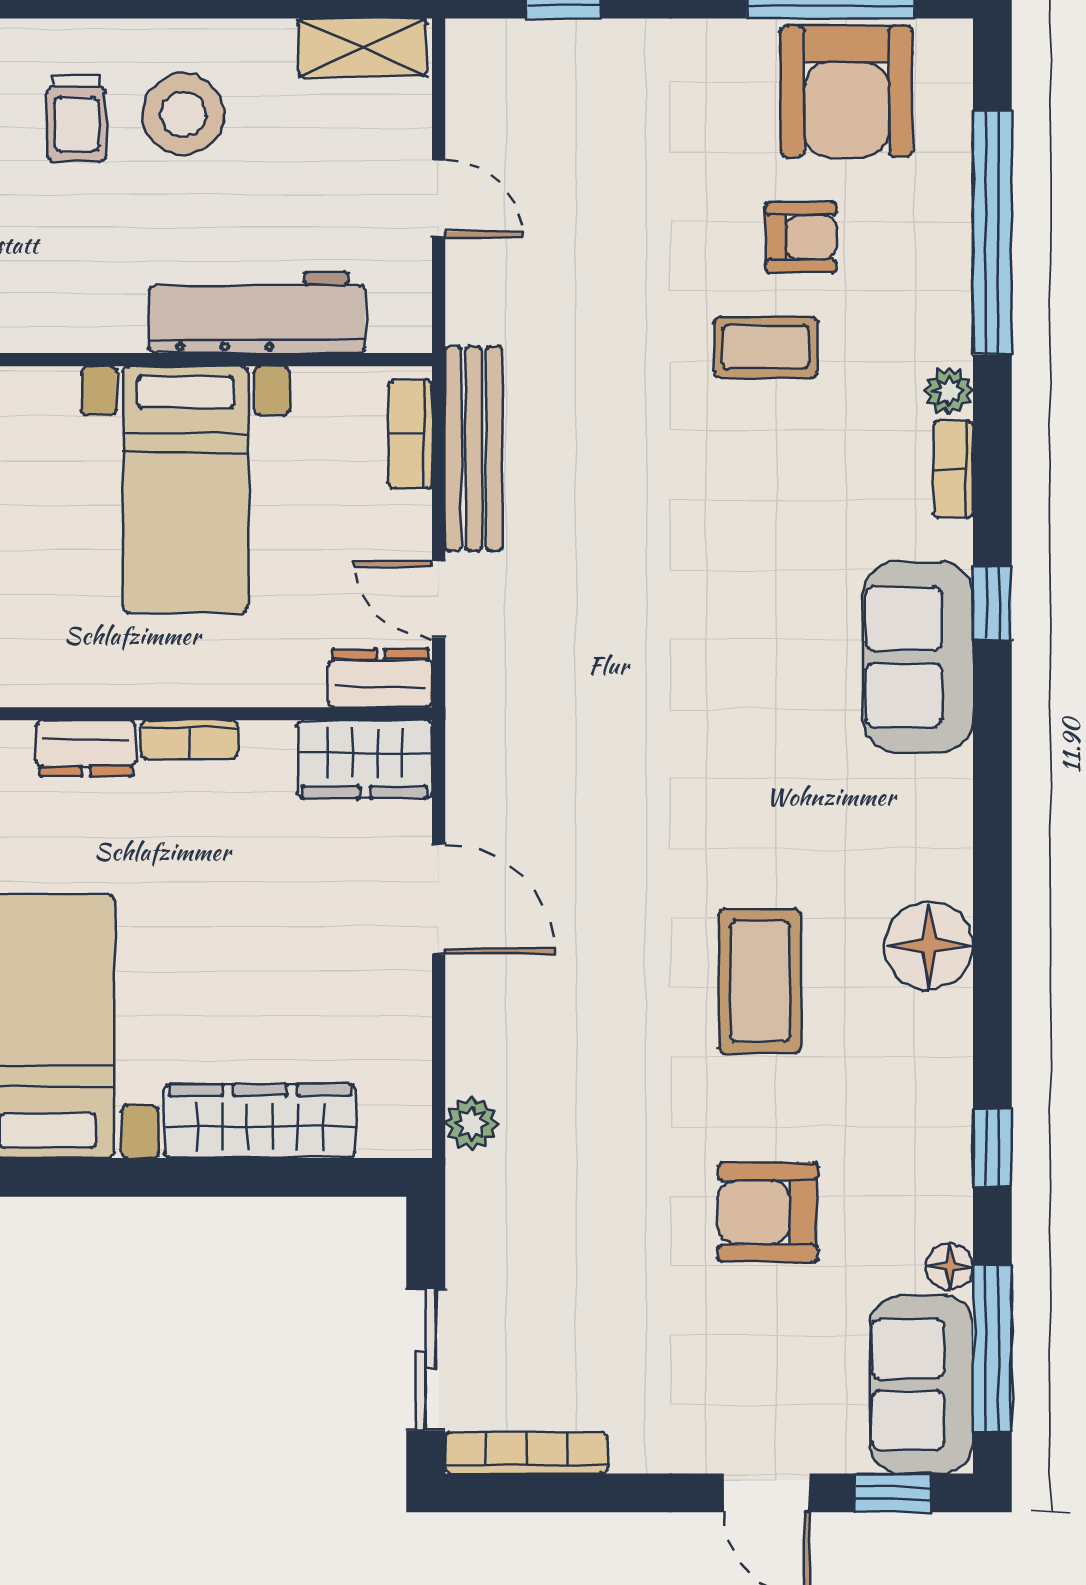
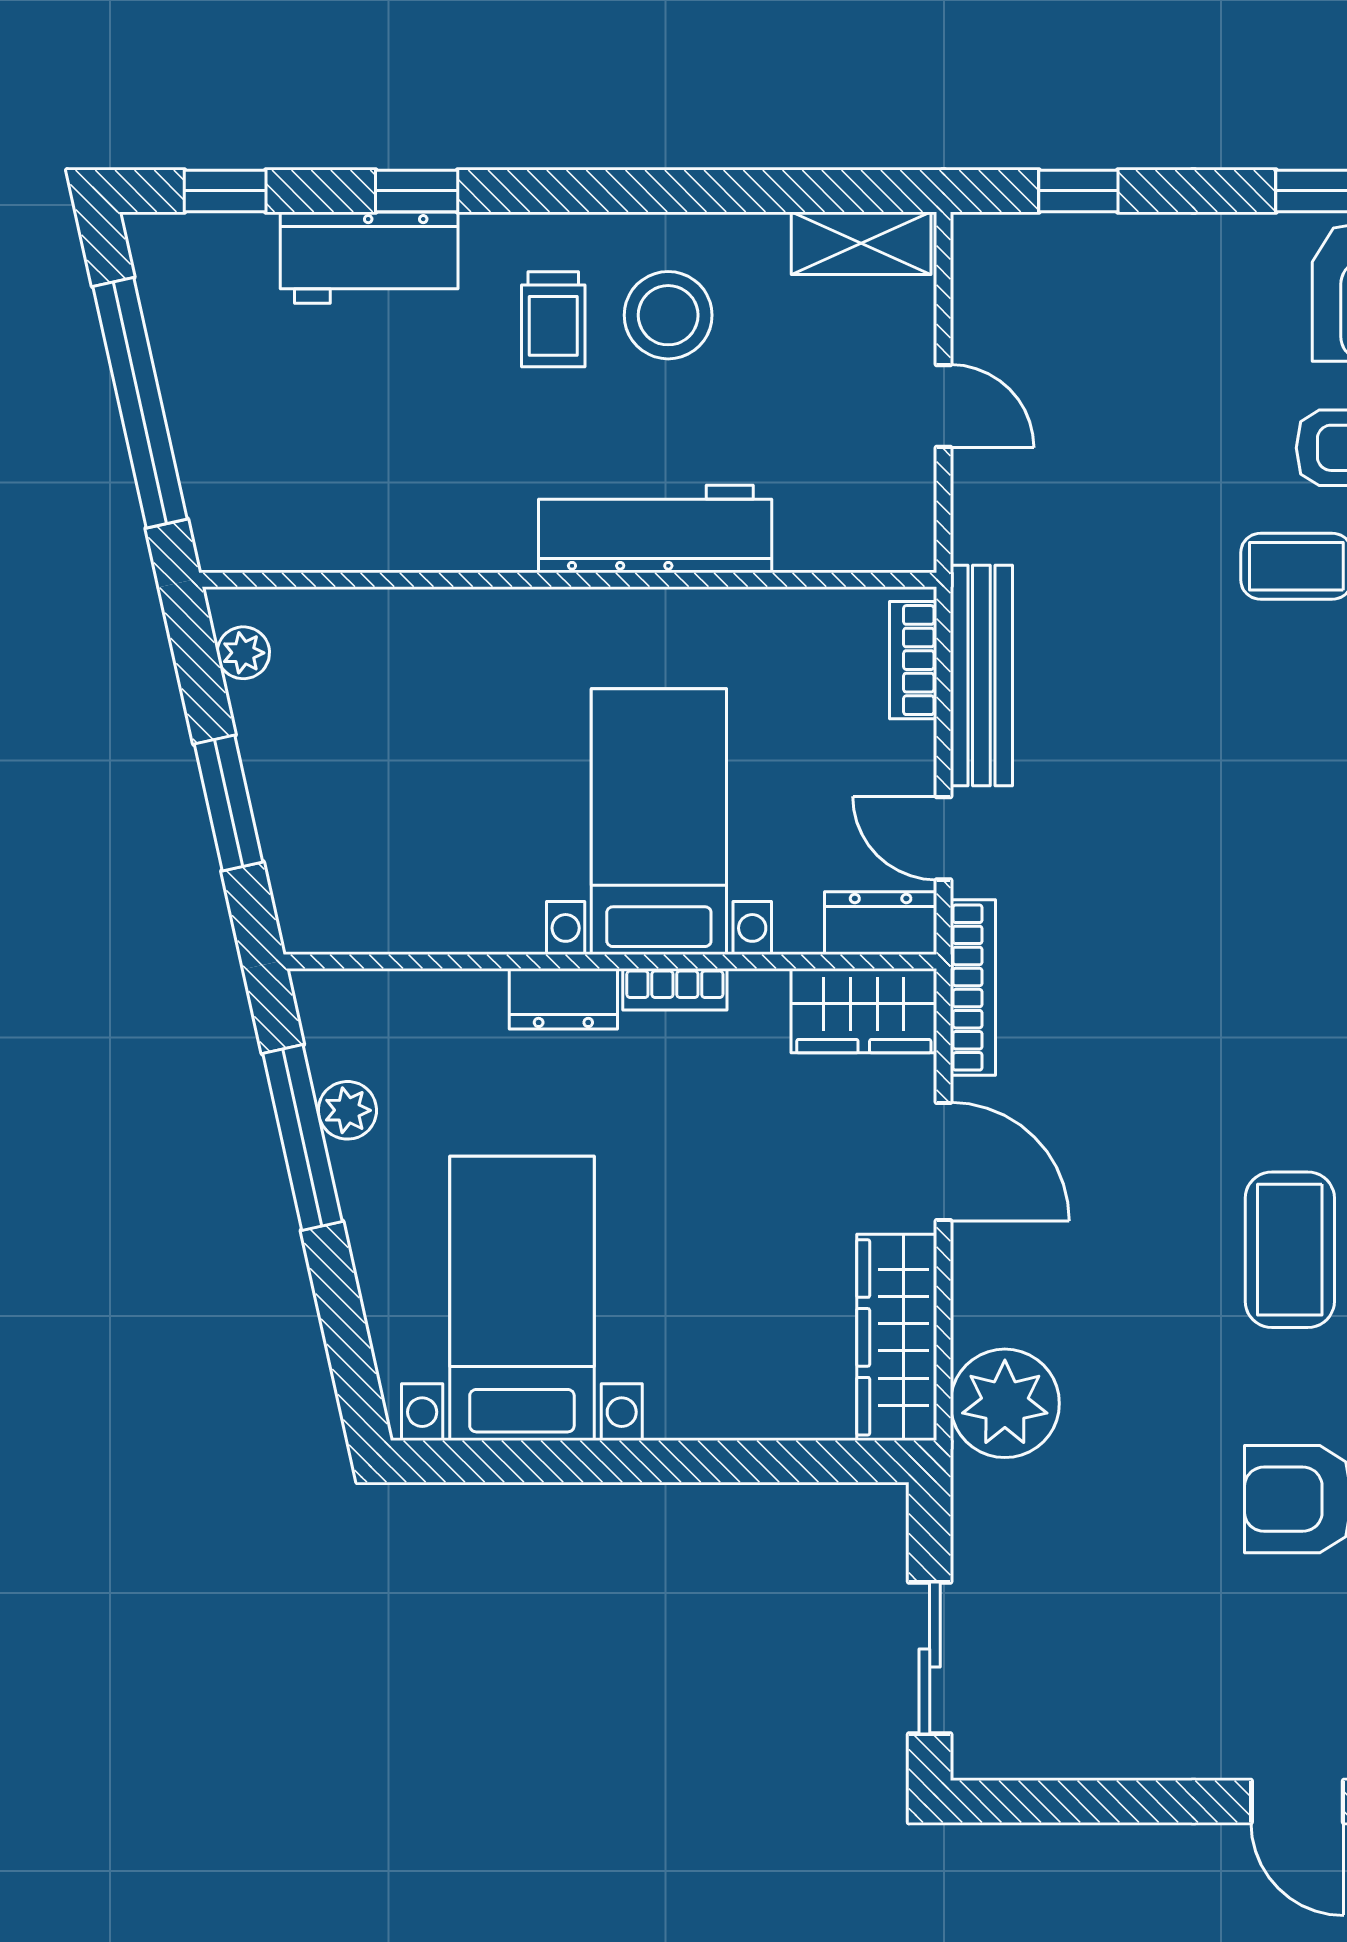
workbench: (257, 313) -> (655, 529), moved
bed with nightstands: (186, 489) -> (659, 822), moved, turned 180
wardrobe: (260, 1121) -> (897, 1337), moved, turned -90
plant: (472, 1124) -> (1005, 1403), width x1.87, depth x1.87
bookcase: (527, 1453) -> (973, 988), moved, turned 90

